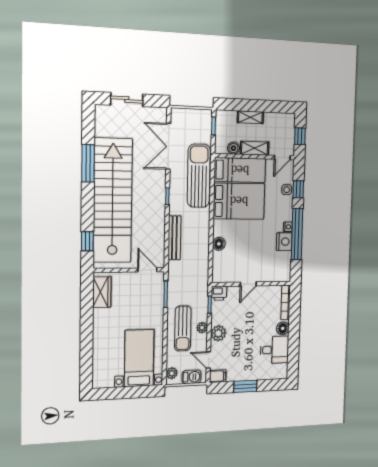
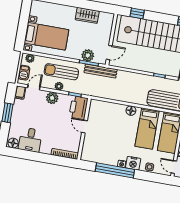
window: (298, 189) -> (148, 176), removed
bed: (239, 201) -> (147, 129), width x0.67
bench: (174, 238) -> (101, 71), moved
nightstand: (284, 242) -> (133, 163), moved
floor lamp: (219, 244) -> (131, 111), moved
wardrobe: (102, 292) -> (87, 15), moved
printer: (219, 293) -> (79, 108), width x1.87, depth x1.48
plant: (156, 298) -> (88, 55), added
floor lamp: (283, 328) -> (13, 143), moved

